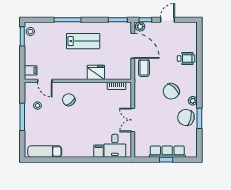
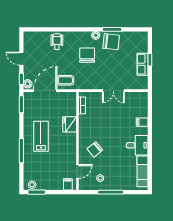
chair: (171, 91) -> (87, 55), turned -133
chair: (186, 117) -> (111, 42), turned -97
desk: (115, 146) -> (137, 145), moved
row of seats: (167, 152) -> (143, 64), width x0.68

